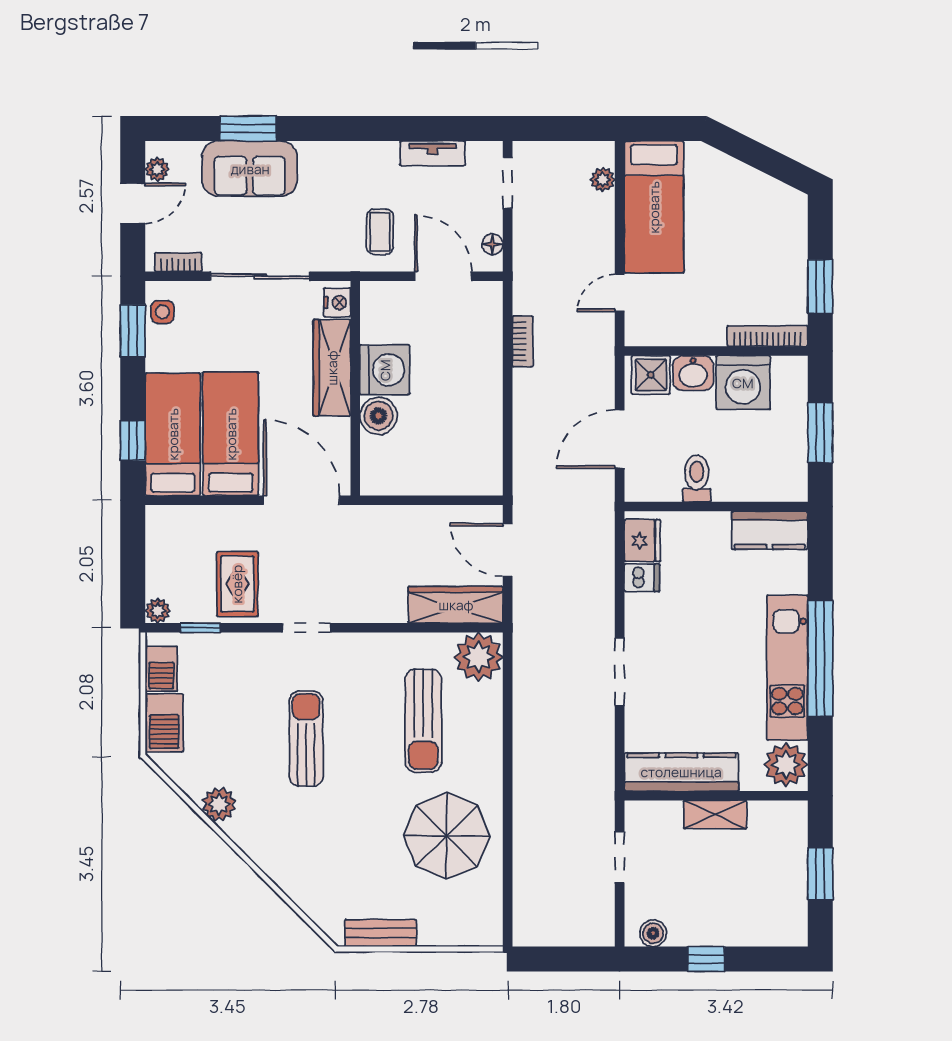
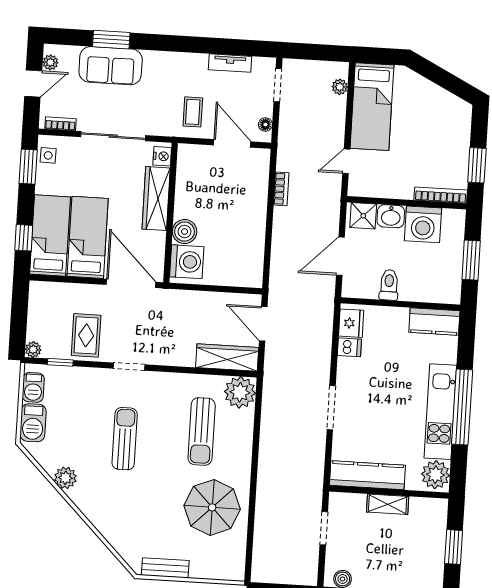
washing machine: (385, 370) -> (187, 262), moved

